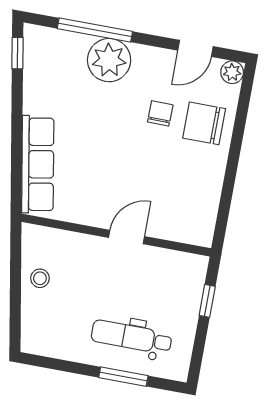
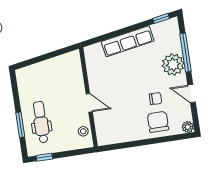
door: (196, 48) -> (192, 94), moved
row of seats: (38, 164) -> (128, 41), moved
stool: (40, 278) -> (83, 131), moved
window: (207, 301) -> (44, 157), moved

